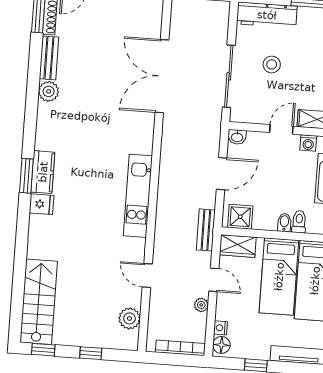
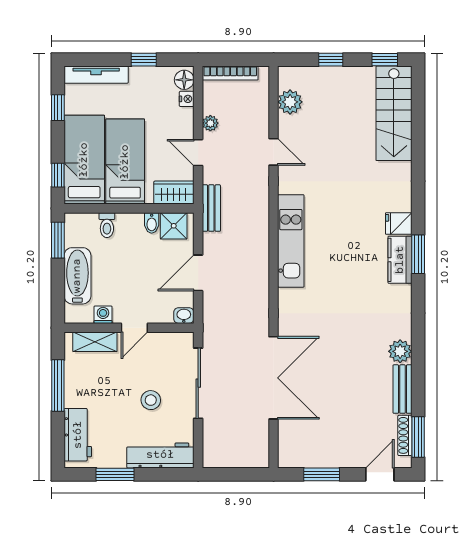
bidet: (284, 223) -> (152, 223), moved

